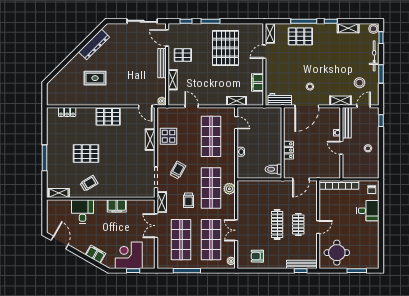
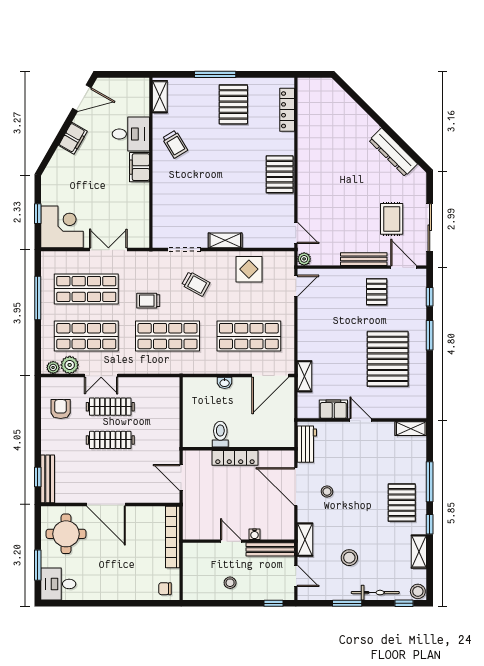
pallet: (300, 36) -> (402, 503), moved
door: (167, 38) -> (404, 267), hinge flipped
pallet: (226, 48) -> (388, 359), turned 90
door: (264, 52) -> (360, 420), moved
rug: (95, 78) -> (392, 219), moved
shelving: (173, 80) -> (338, 276), removed
stool: (360, 83) -> (349, 558), moved
door: (145, 106) -> (296, 233), swing flipped
door: (192, 106) -> (296, 286), moved
locker: (67, 112) -> (287, 110), width x1.53
door: (236, 123) -> (270, 375), width x1.87
shelving: (150, 140) -> (225, 240), moved
door: (341, 148) -> (231, 541), hinge flipped
locker: (289, 150) -> (235, 458), width x1.53
pallet: (86, 154) -> (233, 104), moved
toilet: (273, 169) -> (220, 434), moved
plant: (229, 189) -> (70, 365), moved
shelving: (162, 202) -> (146, 258), removed
filing cabinet: (117, 206) -> (139, 167), moved
desk: (368, 211) -> (58, 584), moved, turned 90
clothes rail: (298, 224) -> (110, 407), moved, width x1.36
door: (318, 227) -> (106, 504), width x1.87
double door: (236, 230) -> (101, 375), swing flipped
filing cabinet: (95, 254) -> (73, 138), moved
corner desk: (129, 255) -> (62, 227), moved

